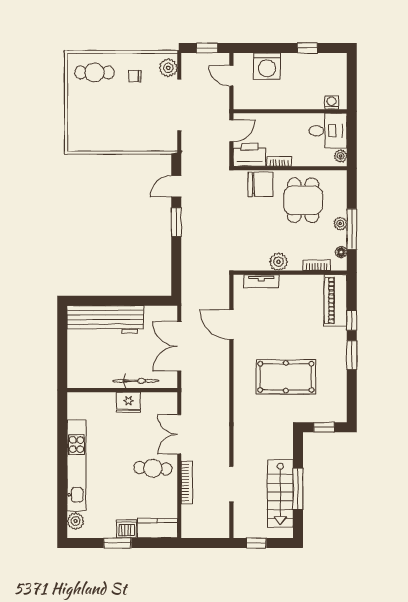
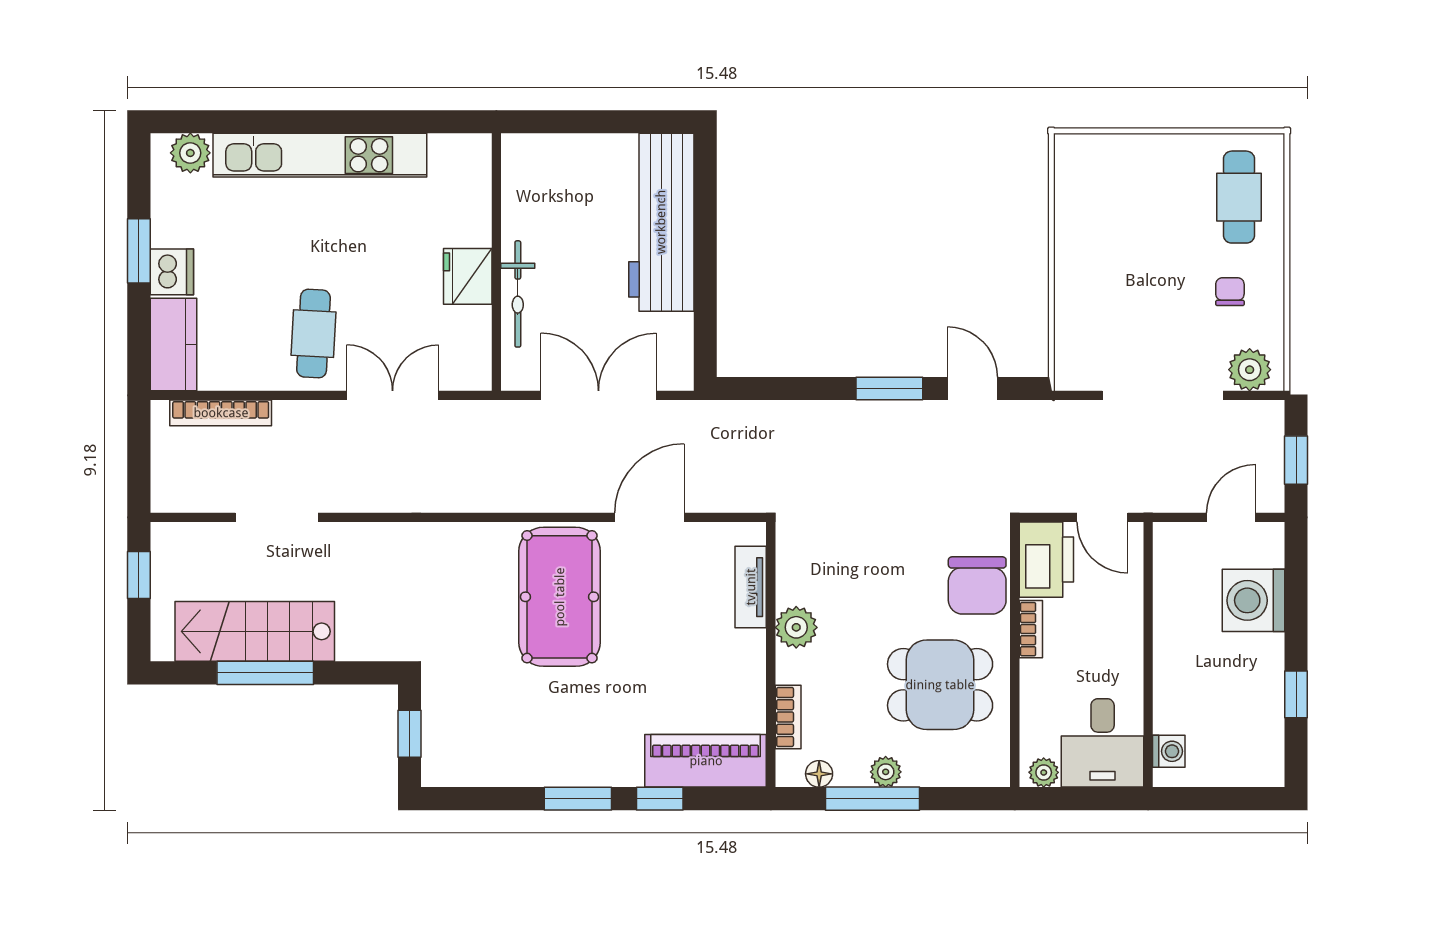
pool table: (286, 377) -> (560, 597), moved
bookcase: (187, 482) -> (221, 413), moved

